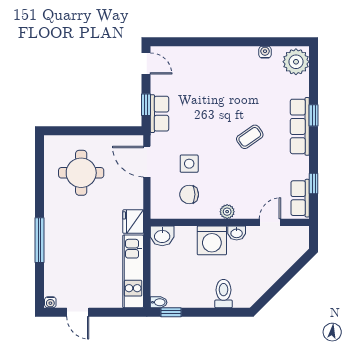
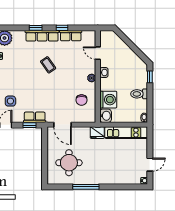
door: (147, 162) -> (62, 125), hinge flipped
side table: (189, 164) -> (10, 101), moved
window: (314, 184) -> (62, 28), moved
row of seats: (300, 198) -> (71, 36), moved
window: (40, 240) -> (86, 187), moved
washing machine: (212, 240) -> (108, 100), moved
toilet: (224, 294) -> (139, 94), moved
window: (171, 312) -> (150, 77), moved

